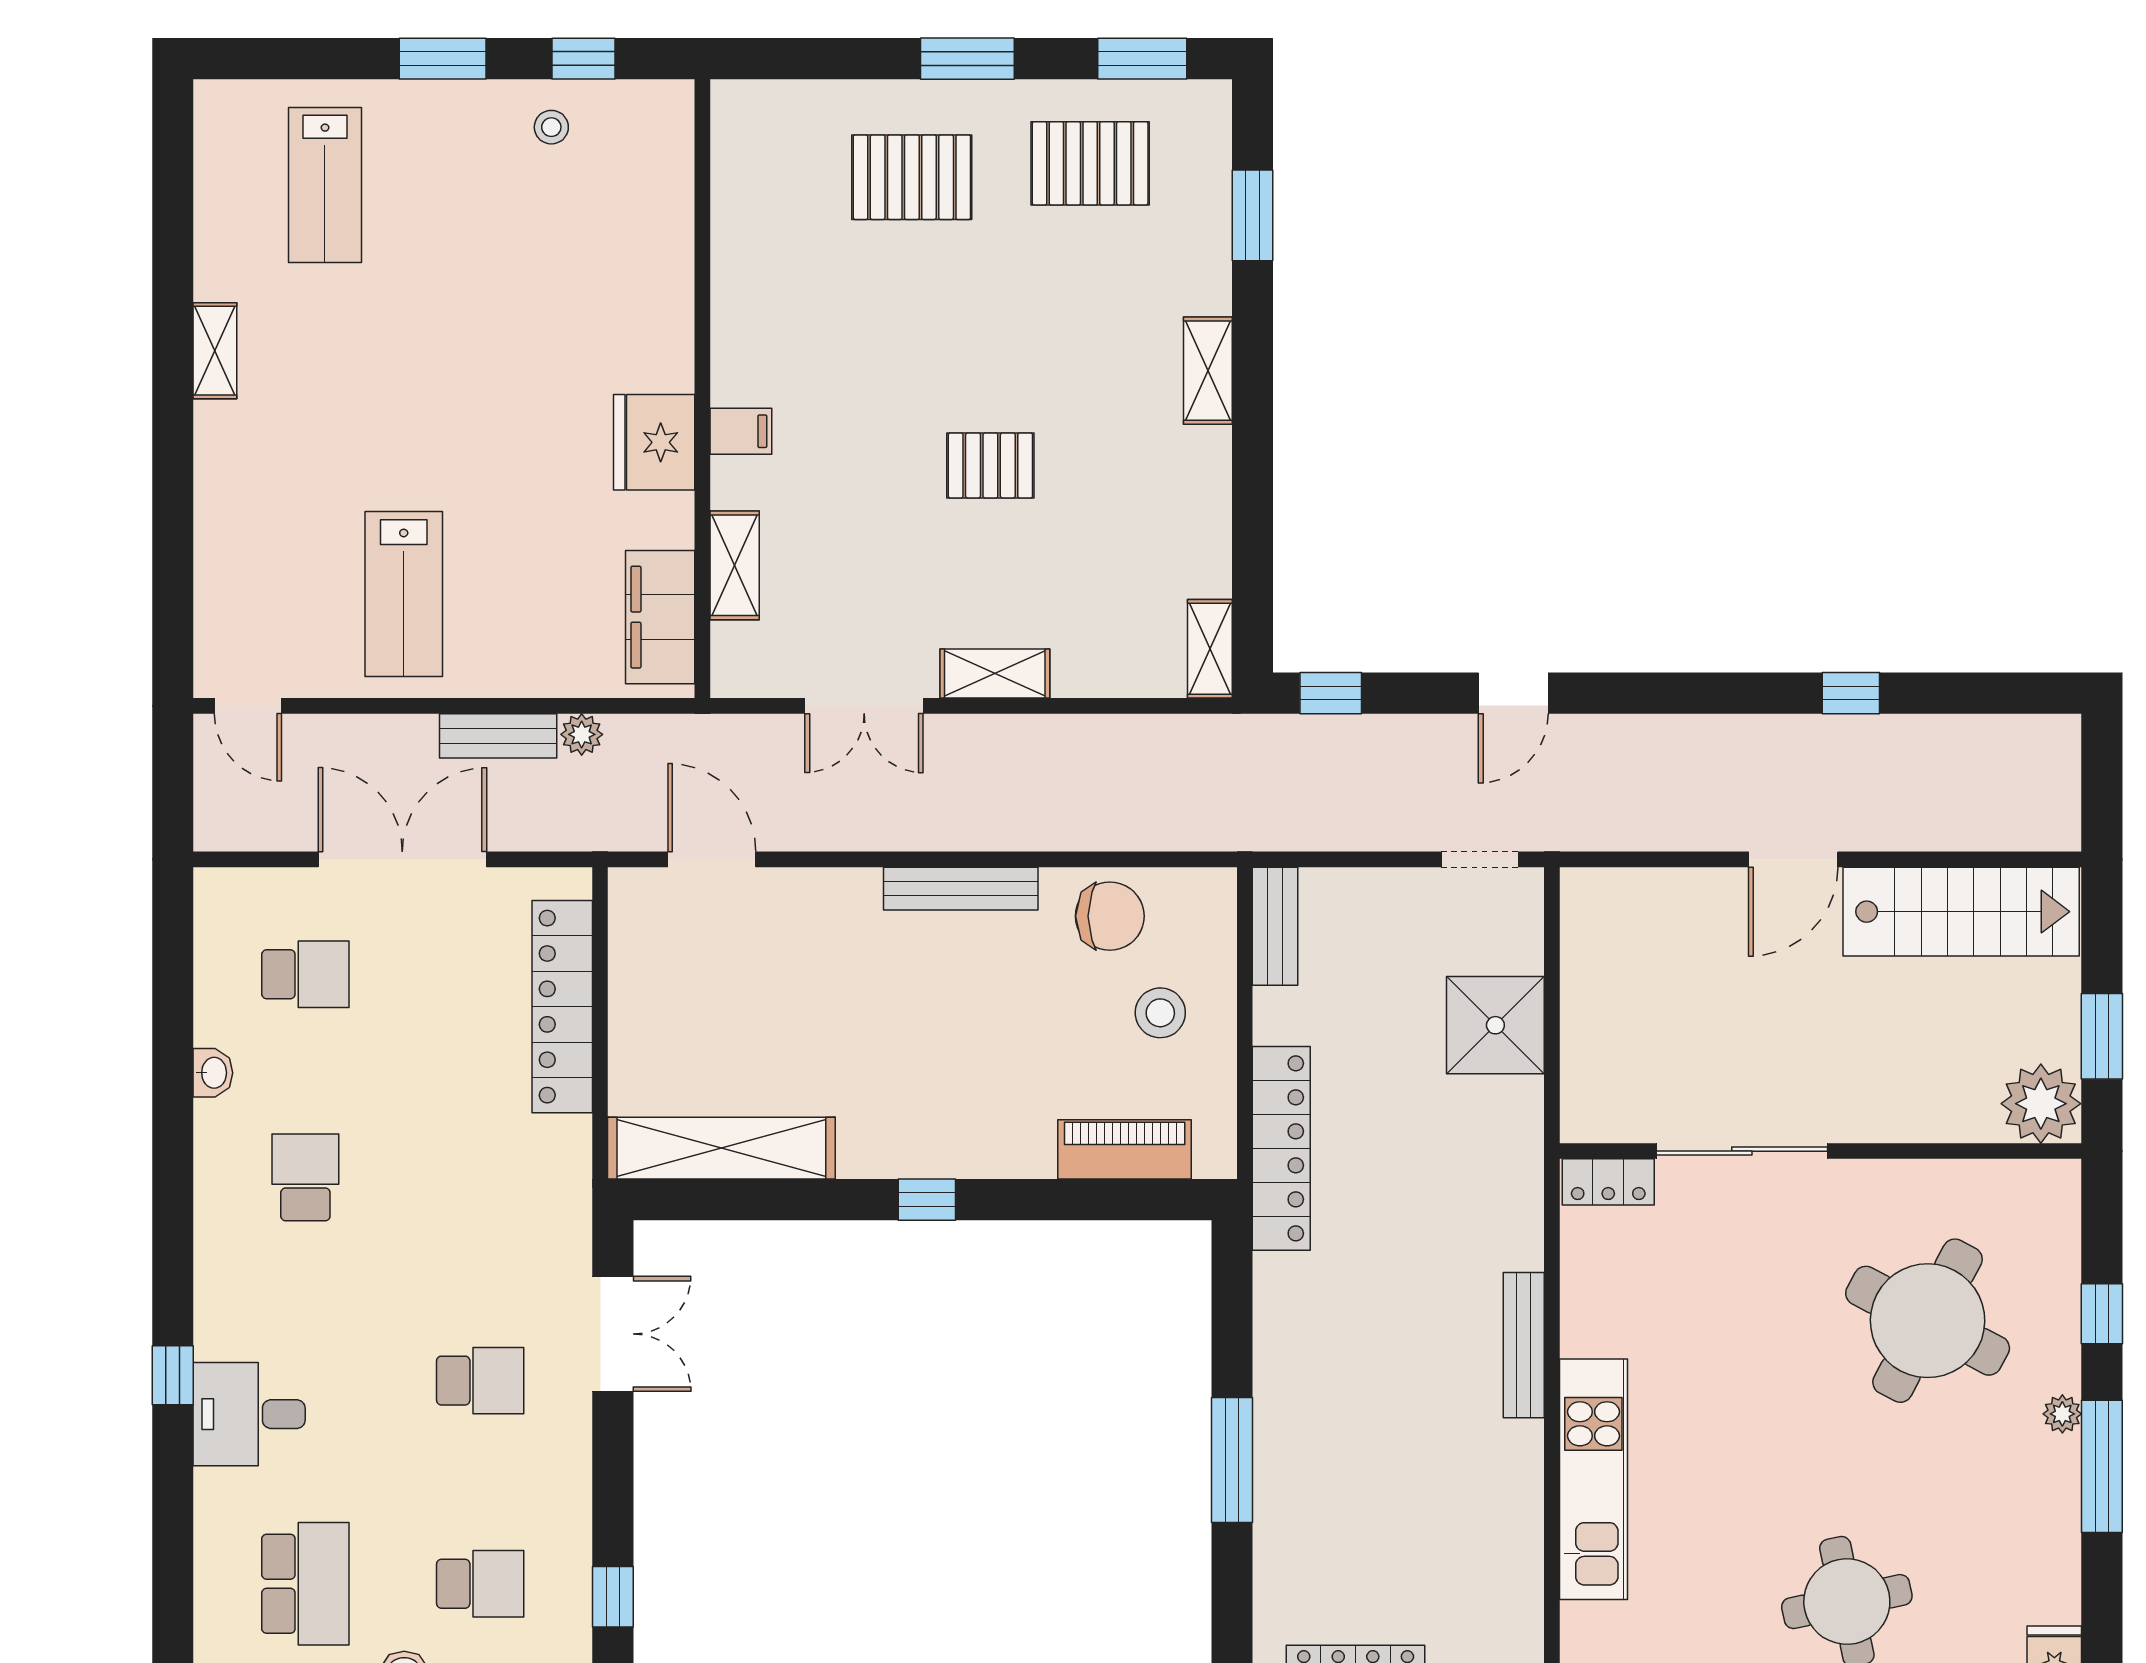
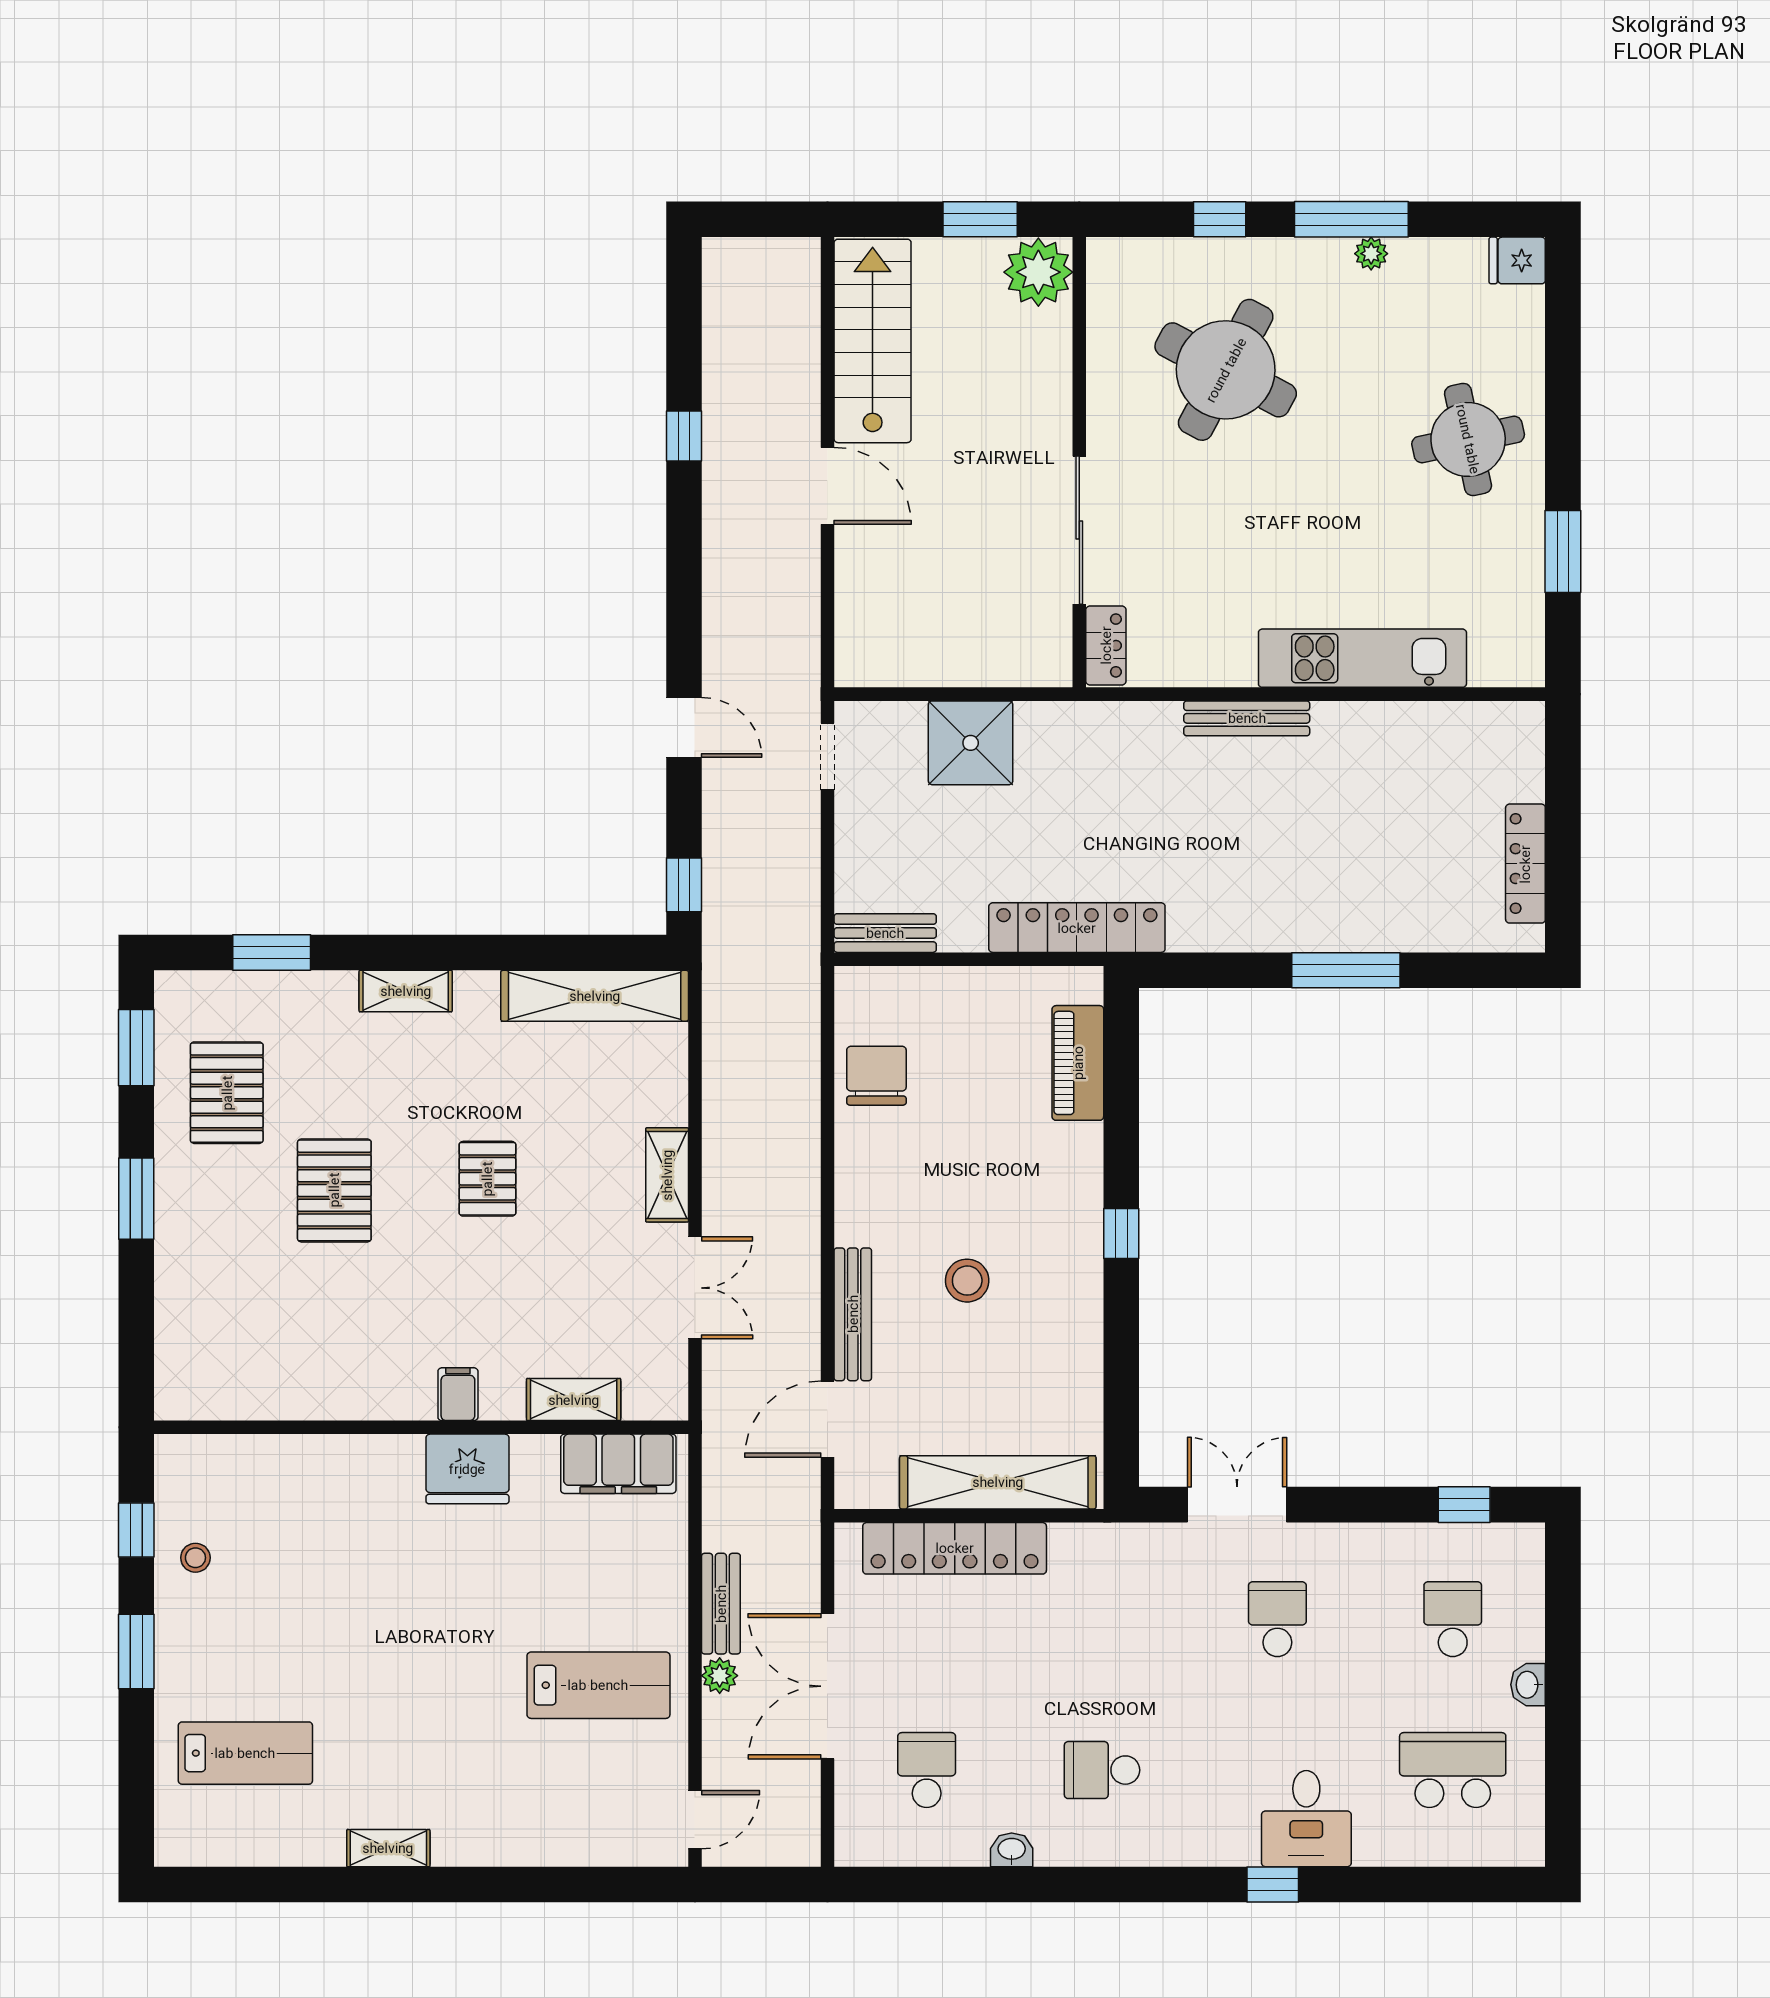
pallet: (912, 177) -> (334, 1190), moved
shelving: (1210, 649) -> (595, 996), width x2.20, depth x1.33
plant: (582, 734) -> (720, 1676), moved
bench: (961, 889) -> (853, 1314), moved
stool: (1160, 1013) -> (967, 1281), moved
shelving: (721, 1148) -> (998, 1482), moved, turned 90
plant: (2062, 1414) -> (1371, 254), moved

